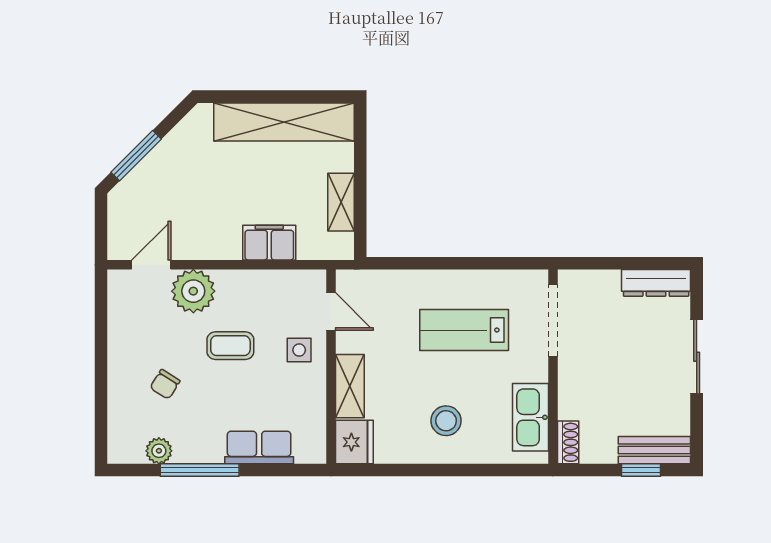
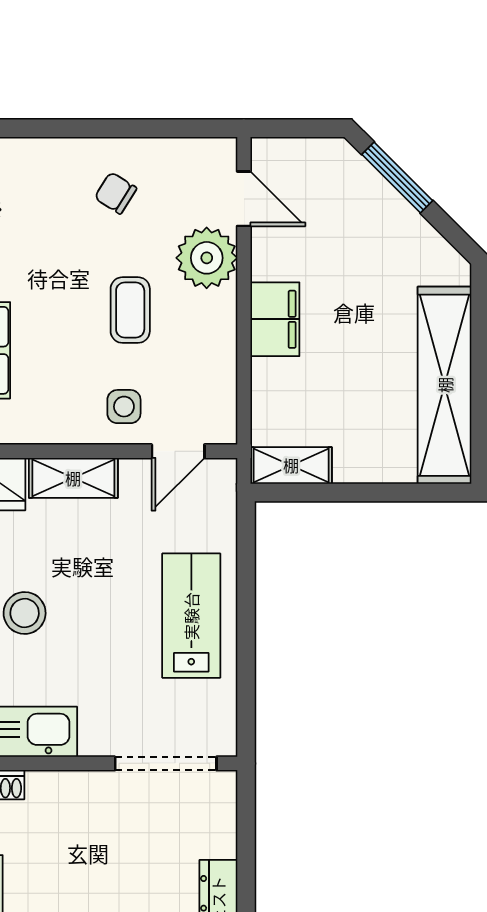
shelving: (341, 202) -> (291, 465), moved
filing cabinet: (269, 243) -> (275, 319), moved
lab bench: (464, 330) -> (191, 616), moved
chair: (165, 384) -> (116, 193), moved

